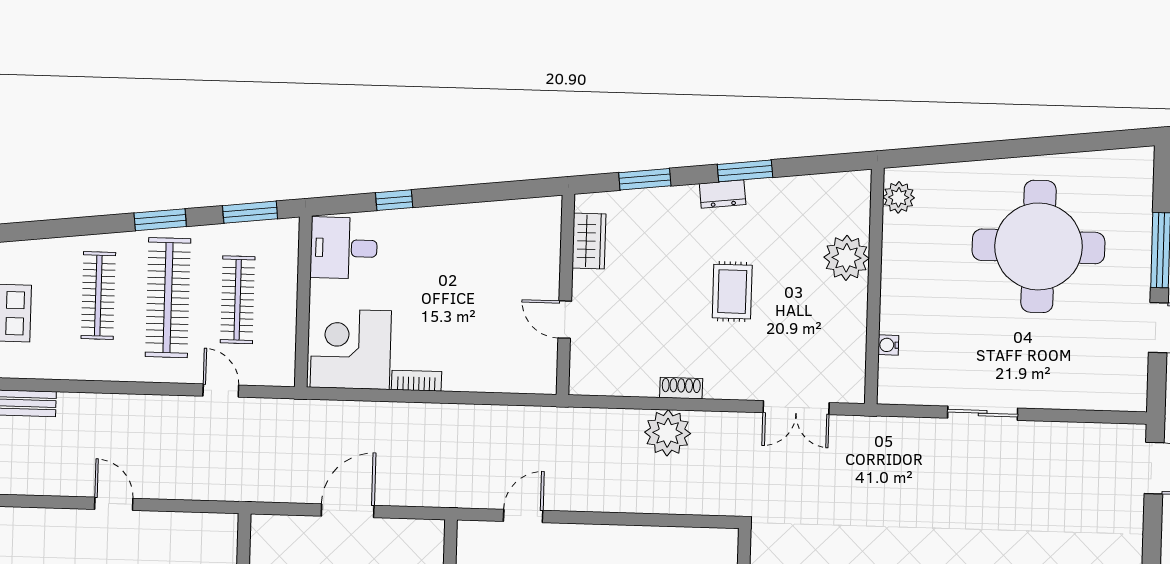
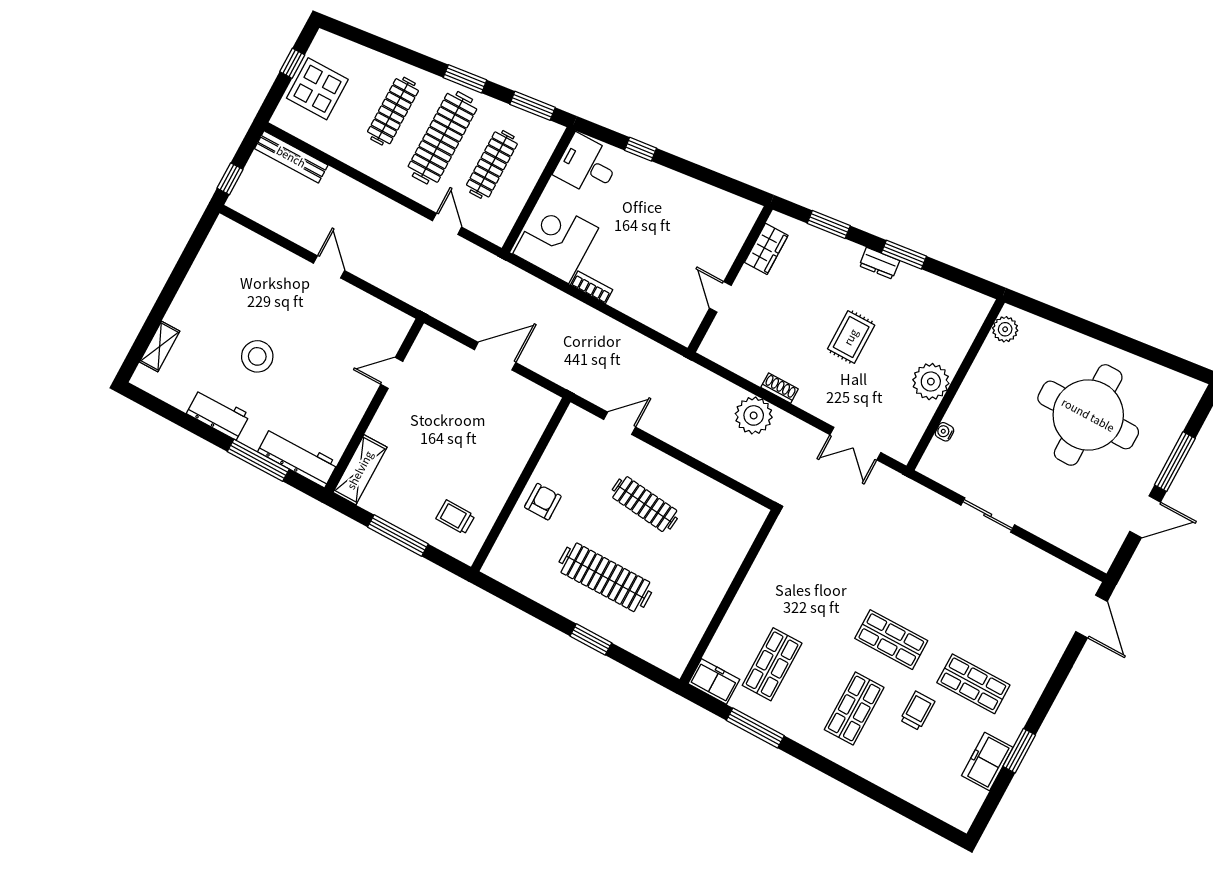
plant: (846, 258) -> (931, 382), moved

